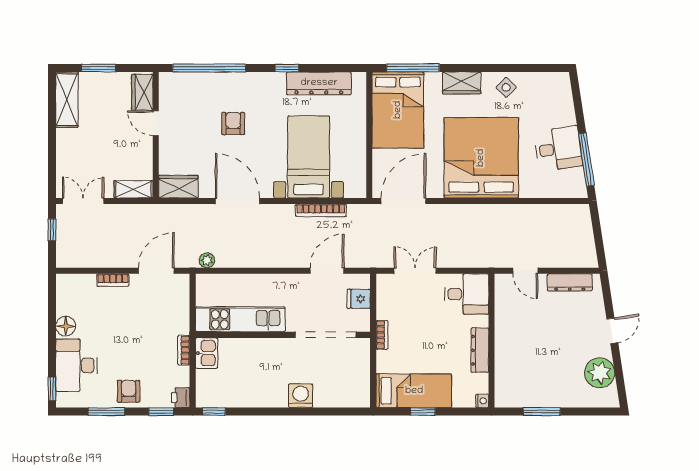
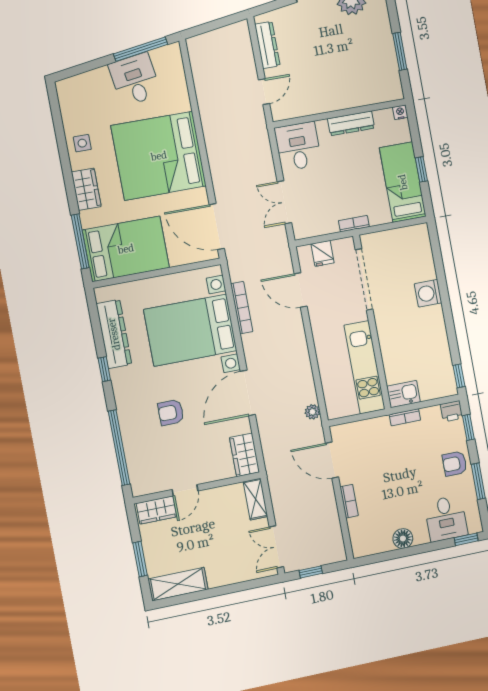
side table: (506, 87) -> (82, 143), turned 45
bed with nightstands: (309, 157) -> (190, 330), width x1.36
desk: (77, 365) -> (446, 518), width x0.73

